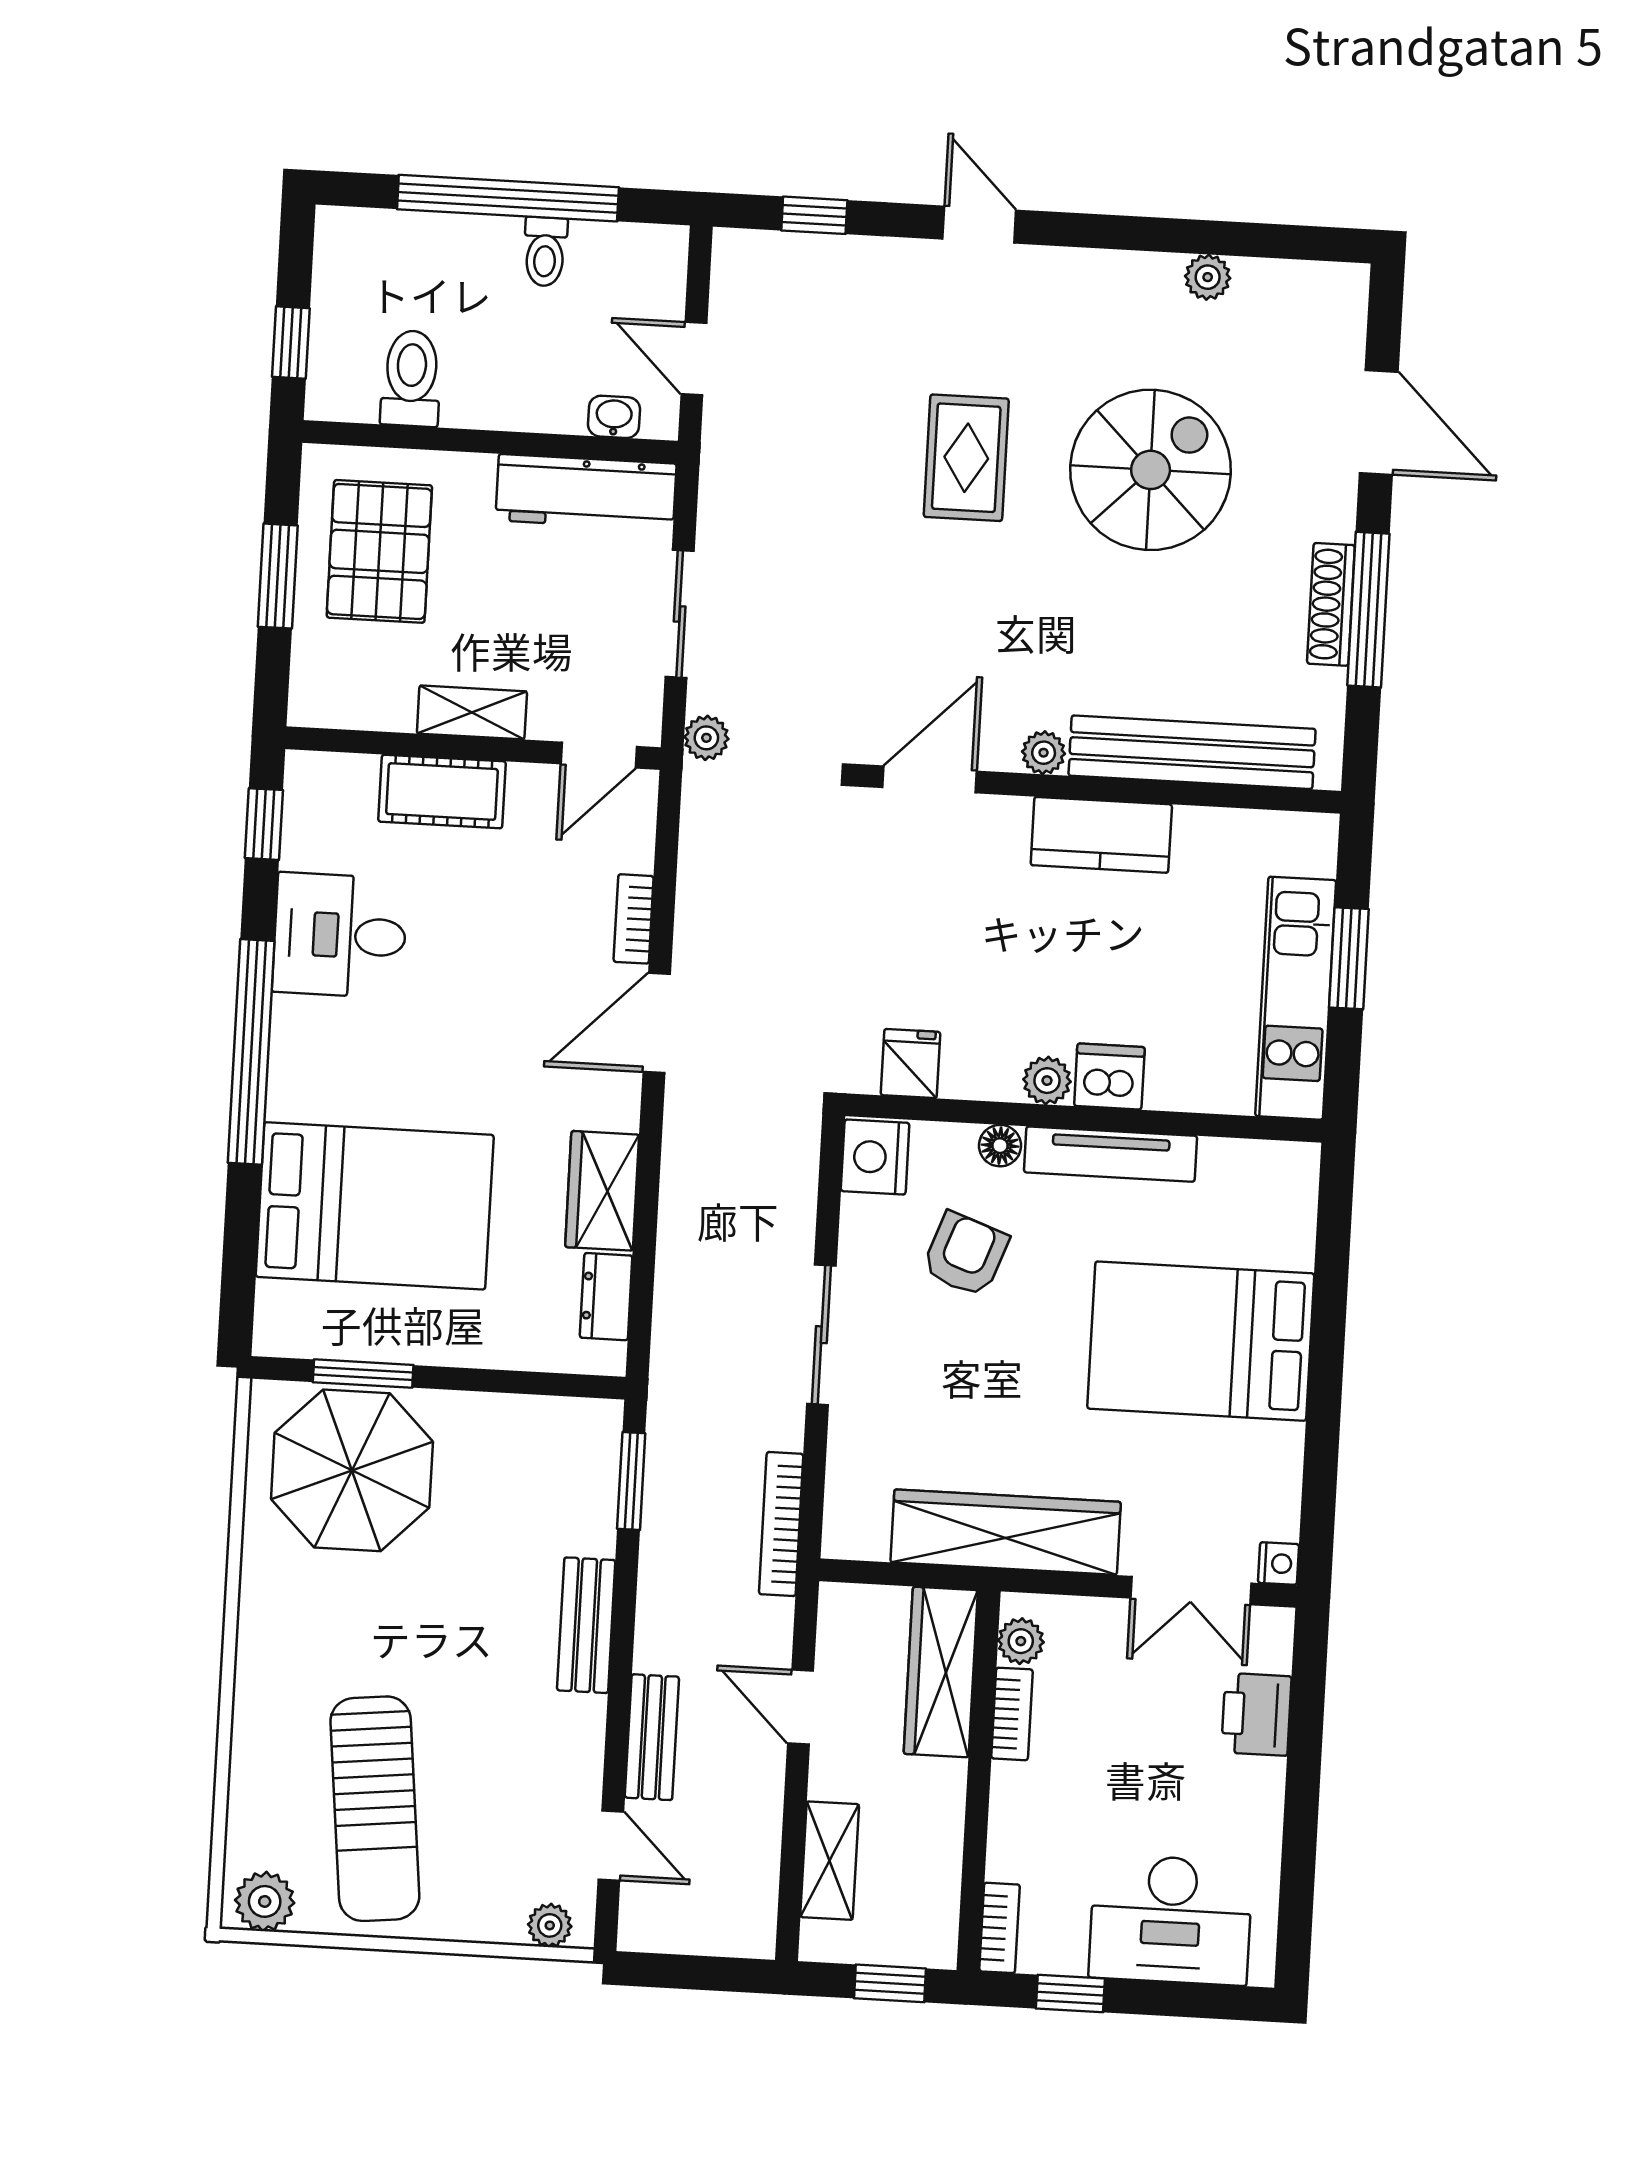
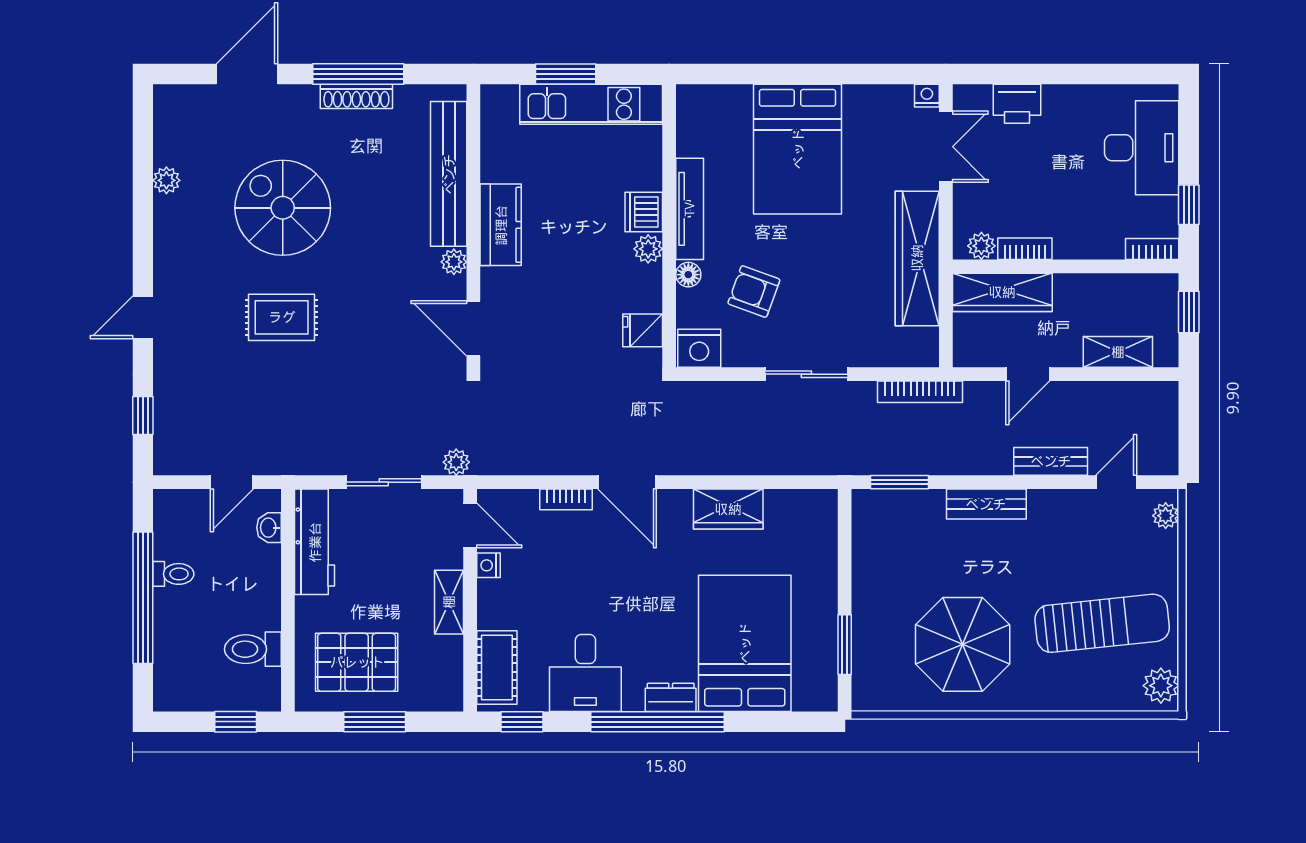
nightstand: (530, 782) -> (489, 565), added
cot: (442, 792) -> (497, 667), moved
dresser: (606, 1297) -> (671, 697), moved, turned 180
parasol: (352, 1470) -> (963, 644), moved

